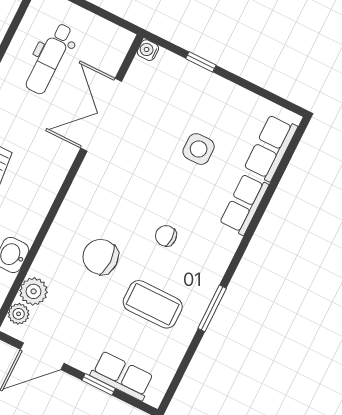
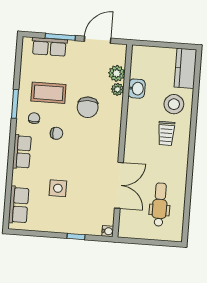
row of seats: (244, 204) -> (22, 152), moved
chair: (101, 257) -> (88, 107), turned 90
chair: (191, 274) -> (34, 118), added
plant: (19, 314) -> (118, 89), moved
window: (99, 384) -> (60, 37), width x1.50

